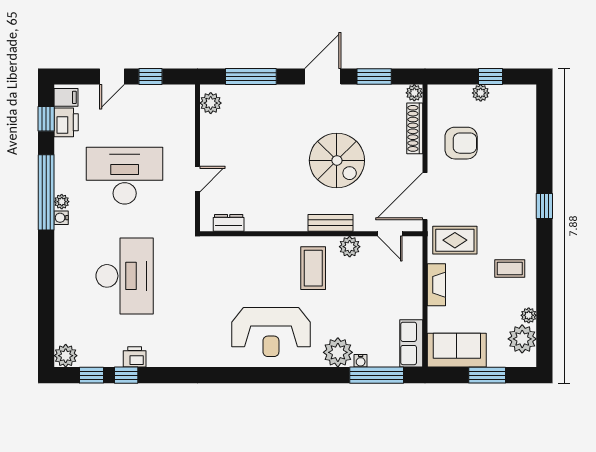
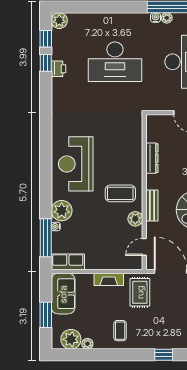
dresser: (229, 223) -> (152, 158), moved, width x1.44

